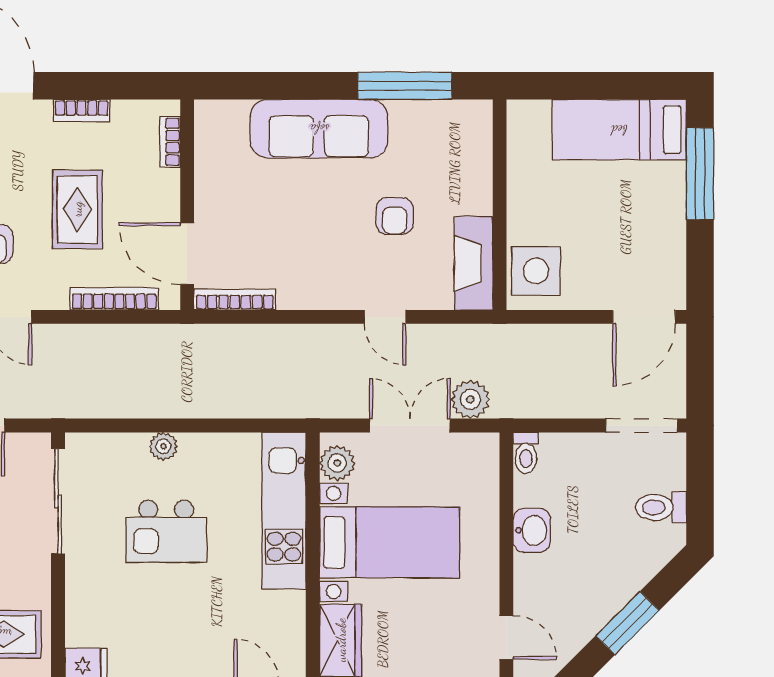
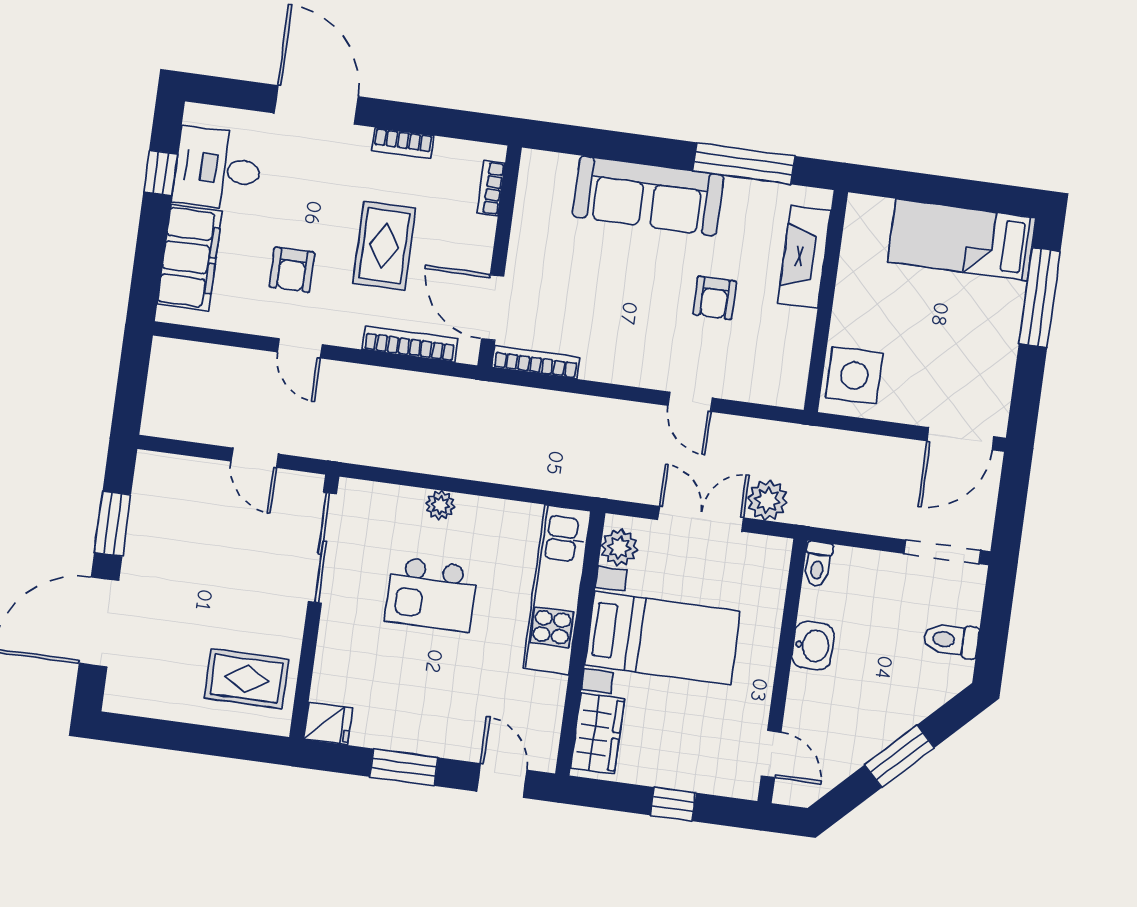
fireplace: (474, 263) -> (804, 257), moved

